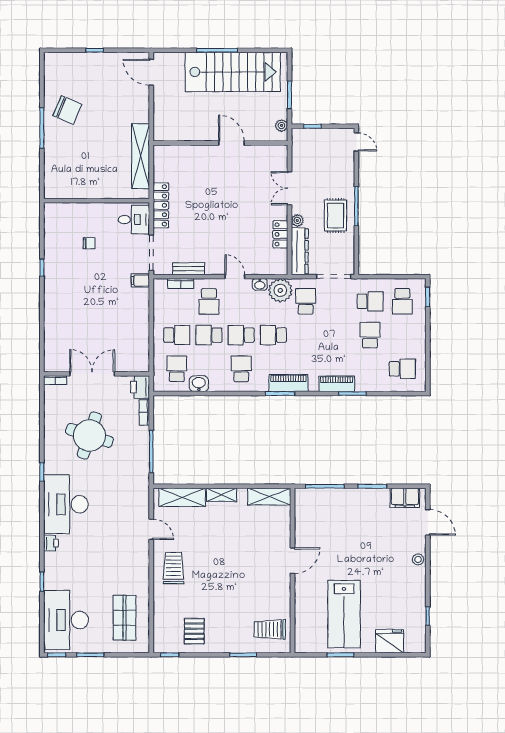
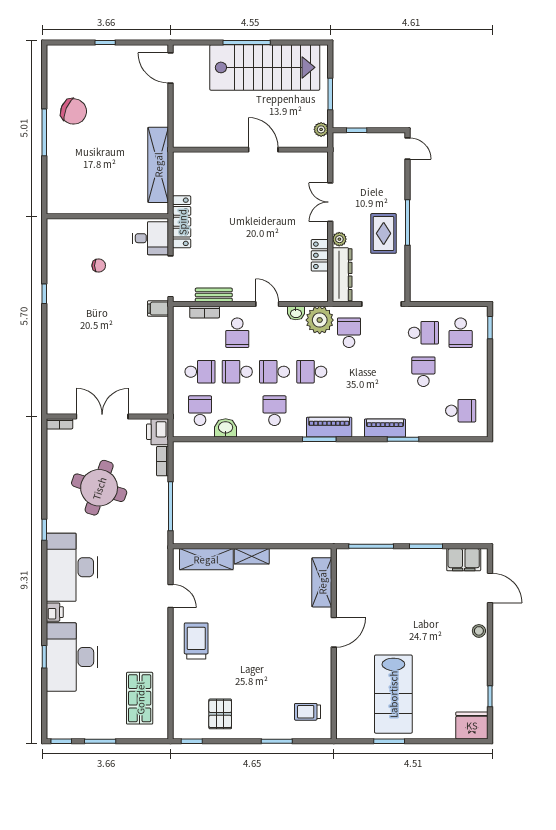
shelving: (269, 497) -> (322, 582), moved, turned 90
desk: (66, 620) -> (72, 657), moved
trolley: (270, 629) -> (308, 712), width x0.73, depth x0.72
fridge: (390, 641) -> (472, 725), moved

